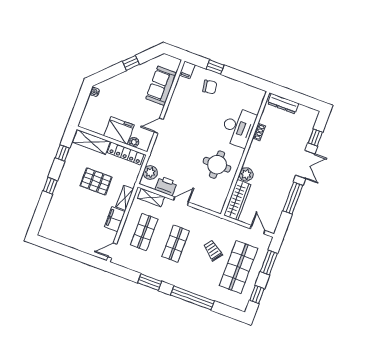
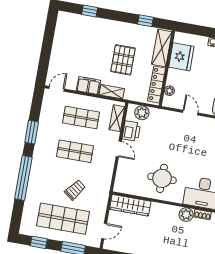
fridge: (119, 130) -> (181, 57), moved
plant: (246, 174) -> (186, 215), moved
window: (50, 186) -> (90, 11), moved
door: (112, 251) -> (57, 89), hinge flipped

